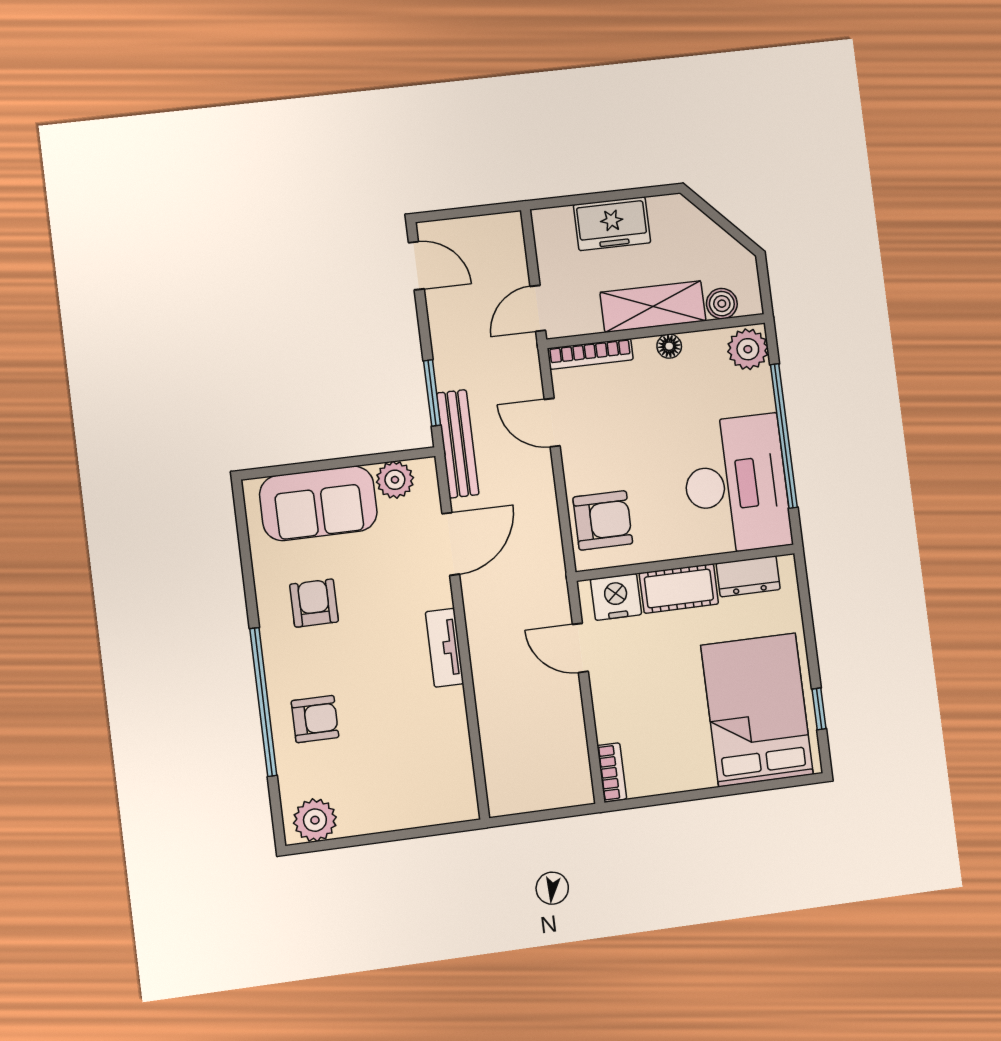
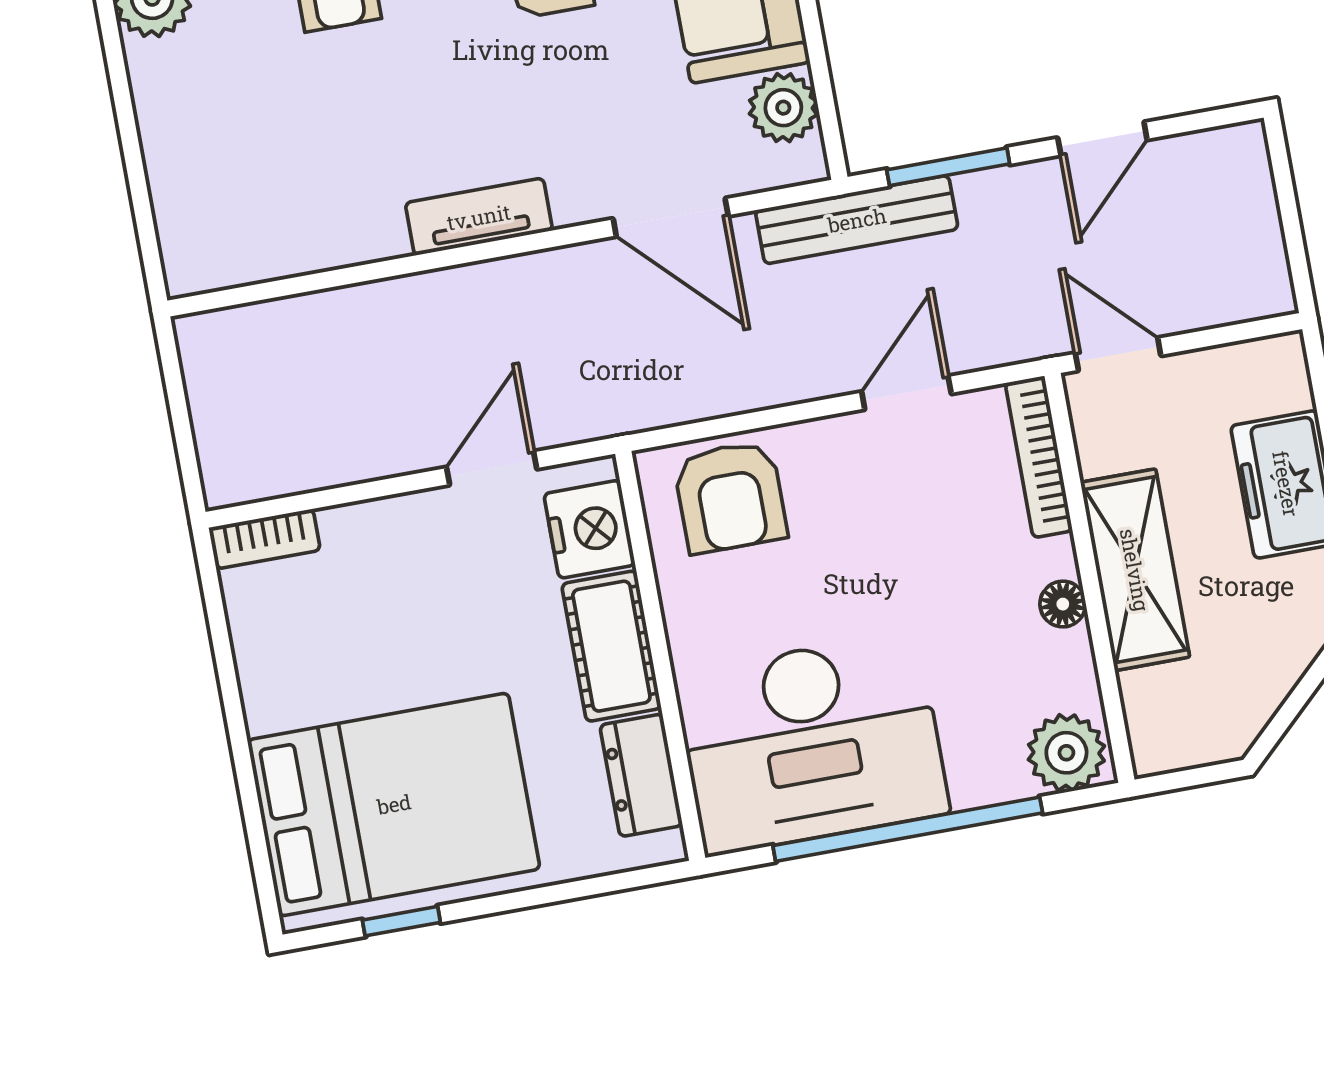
door: (416, 266) -> (1102, 139), moved
boiler: (722, 304) -> (1149, 699), removed

